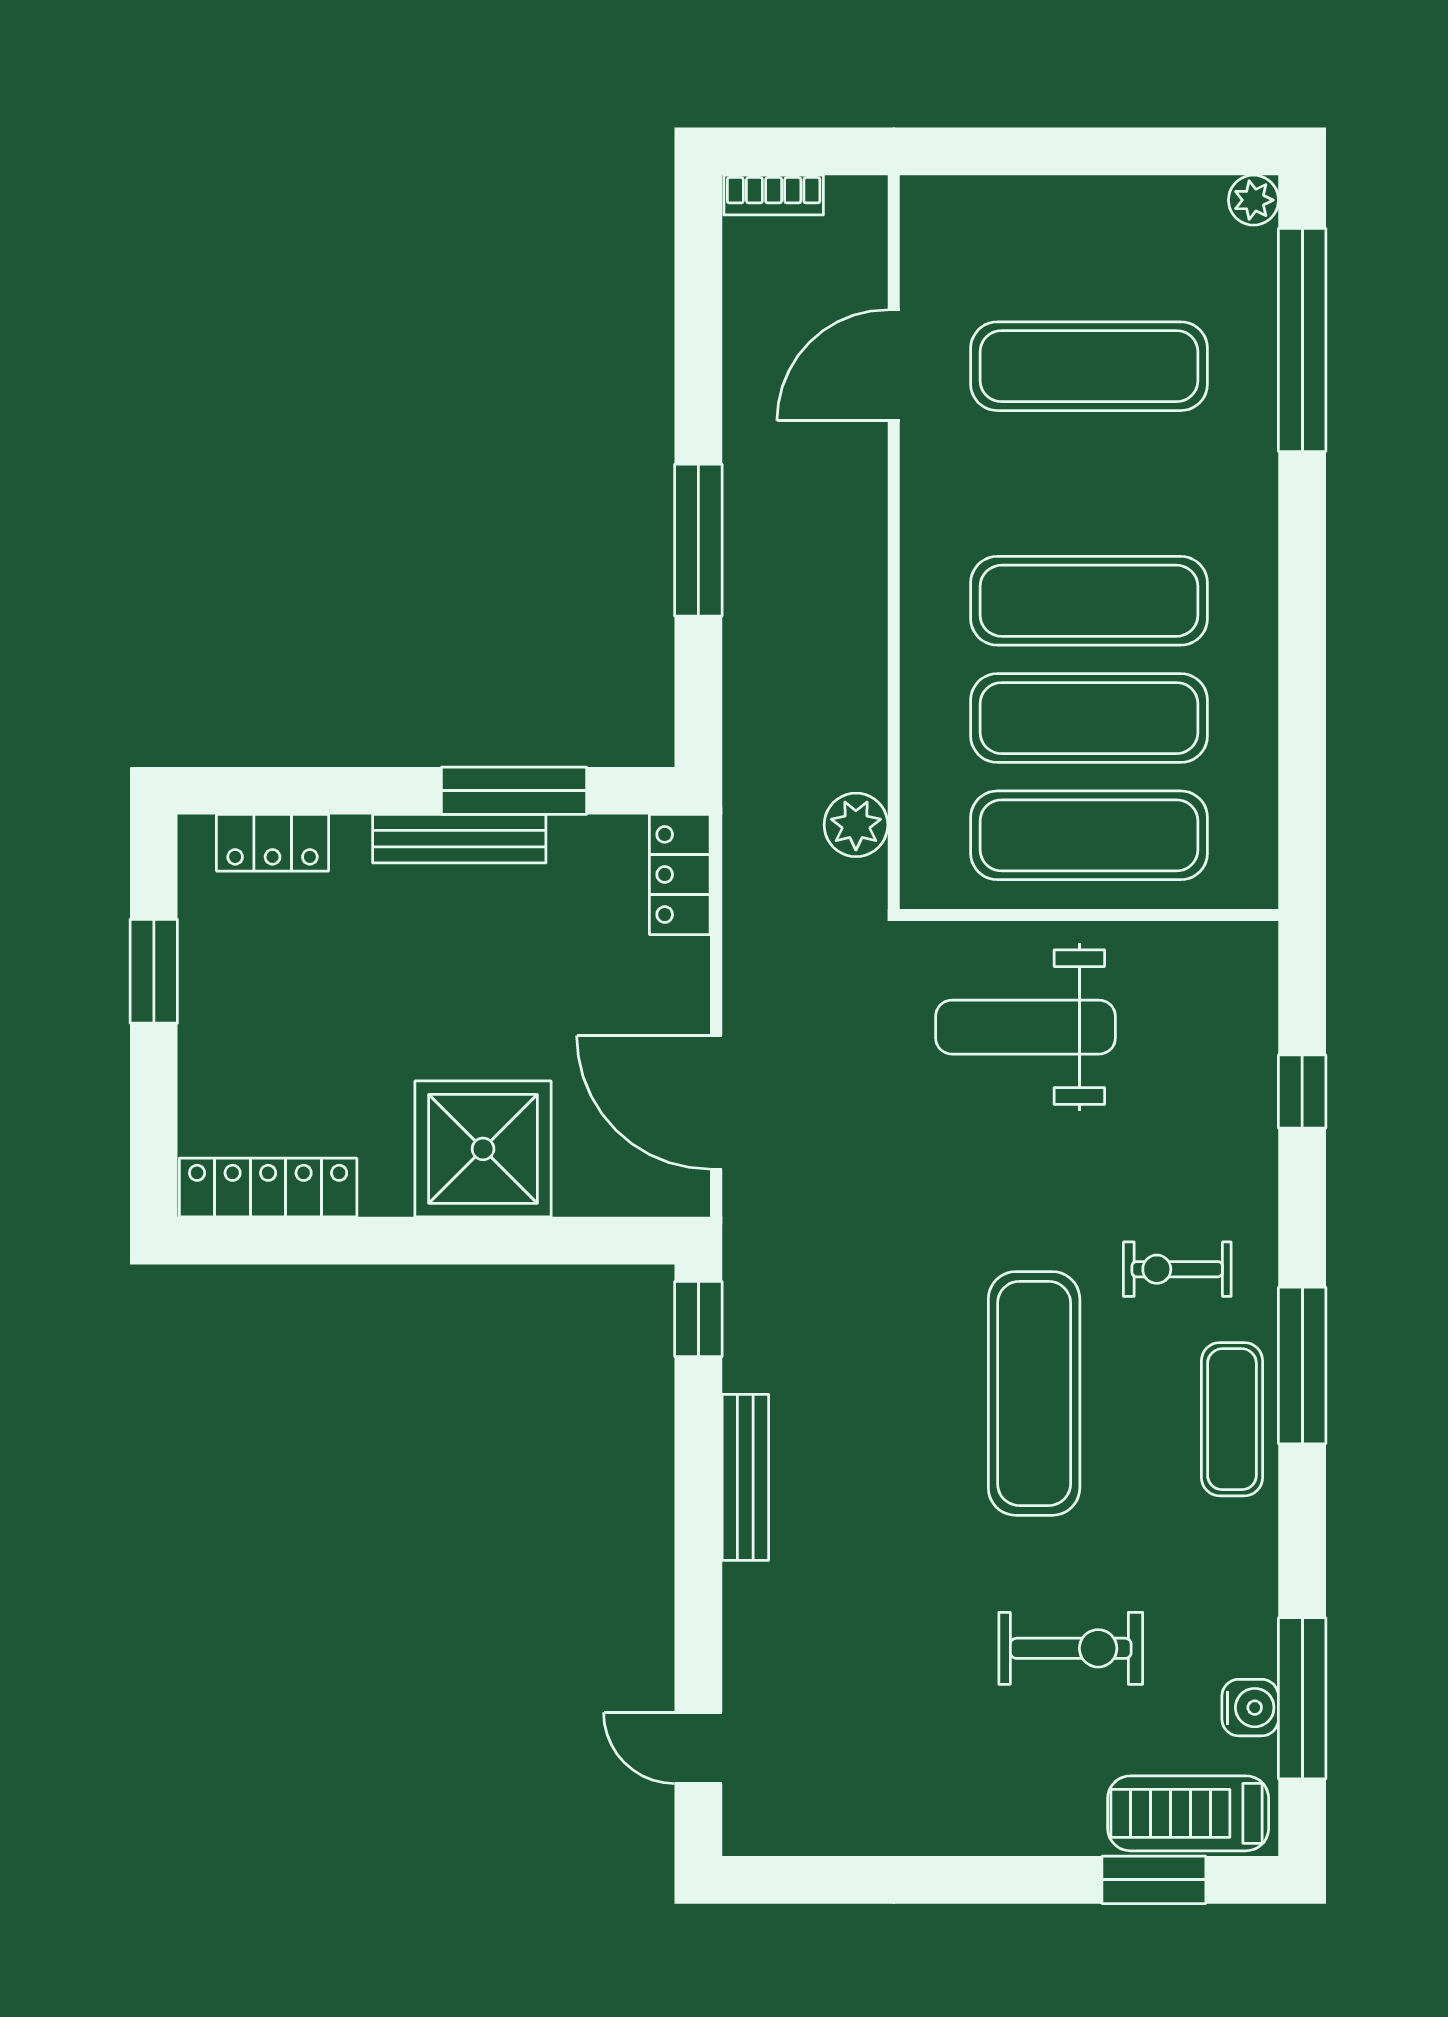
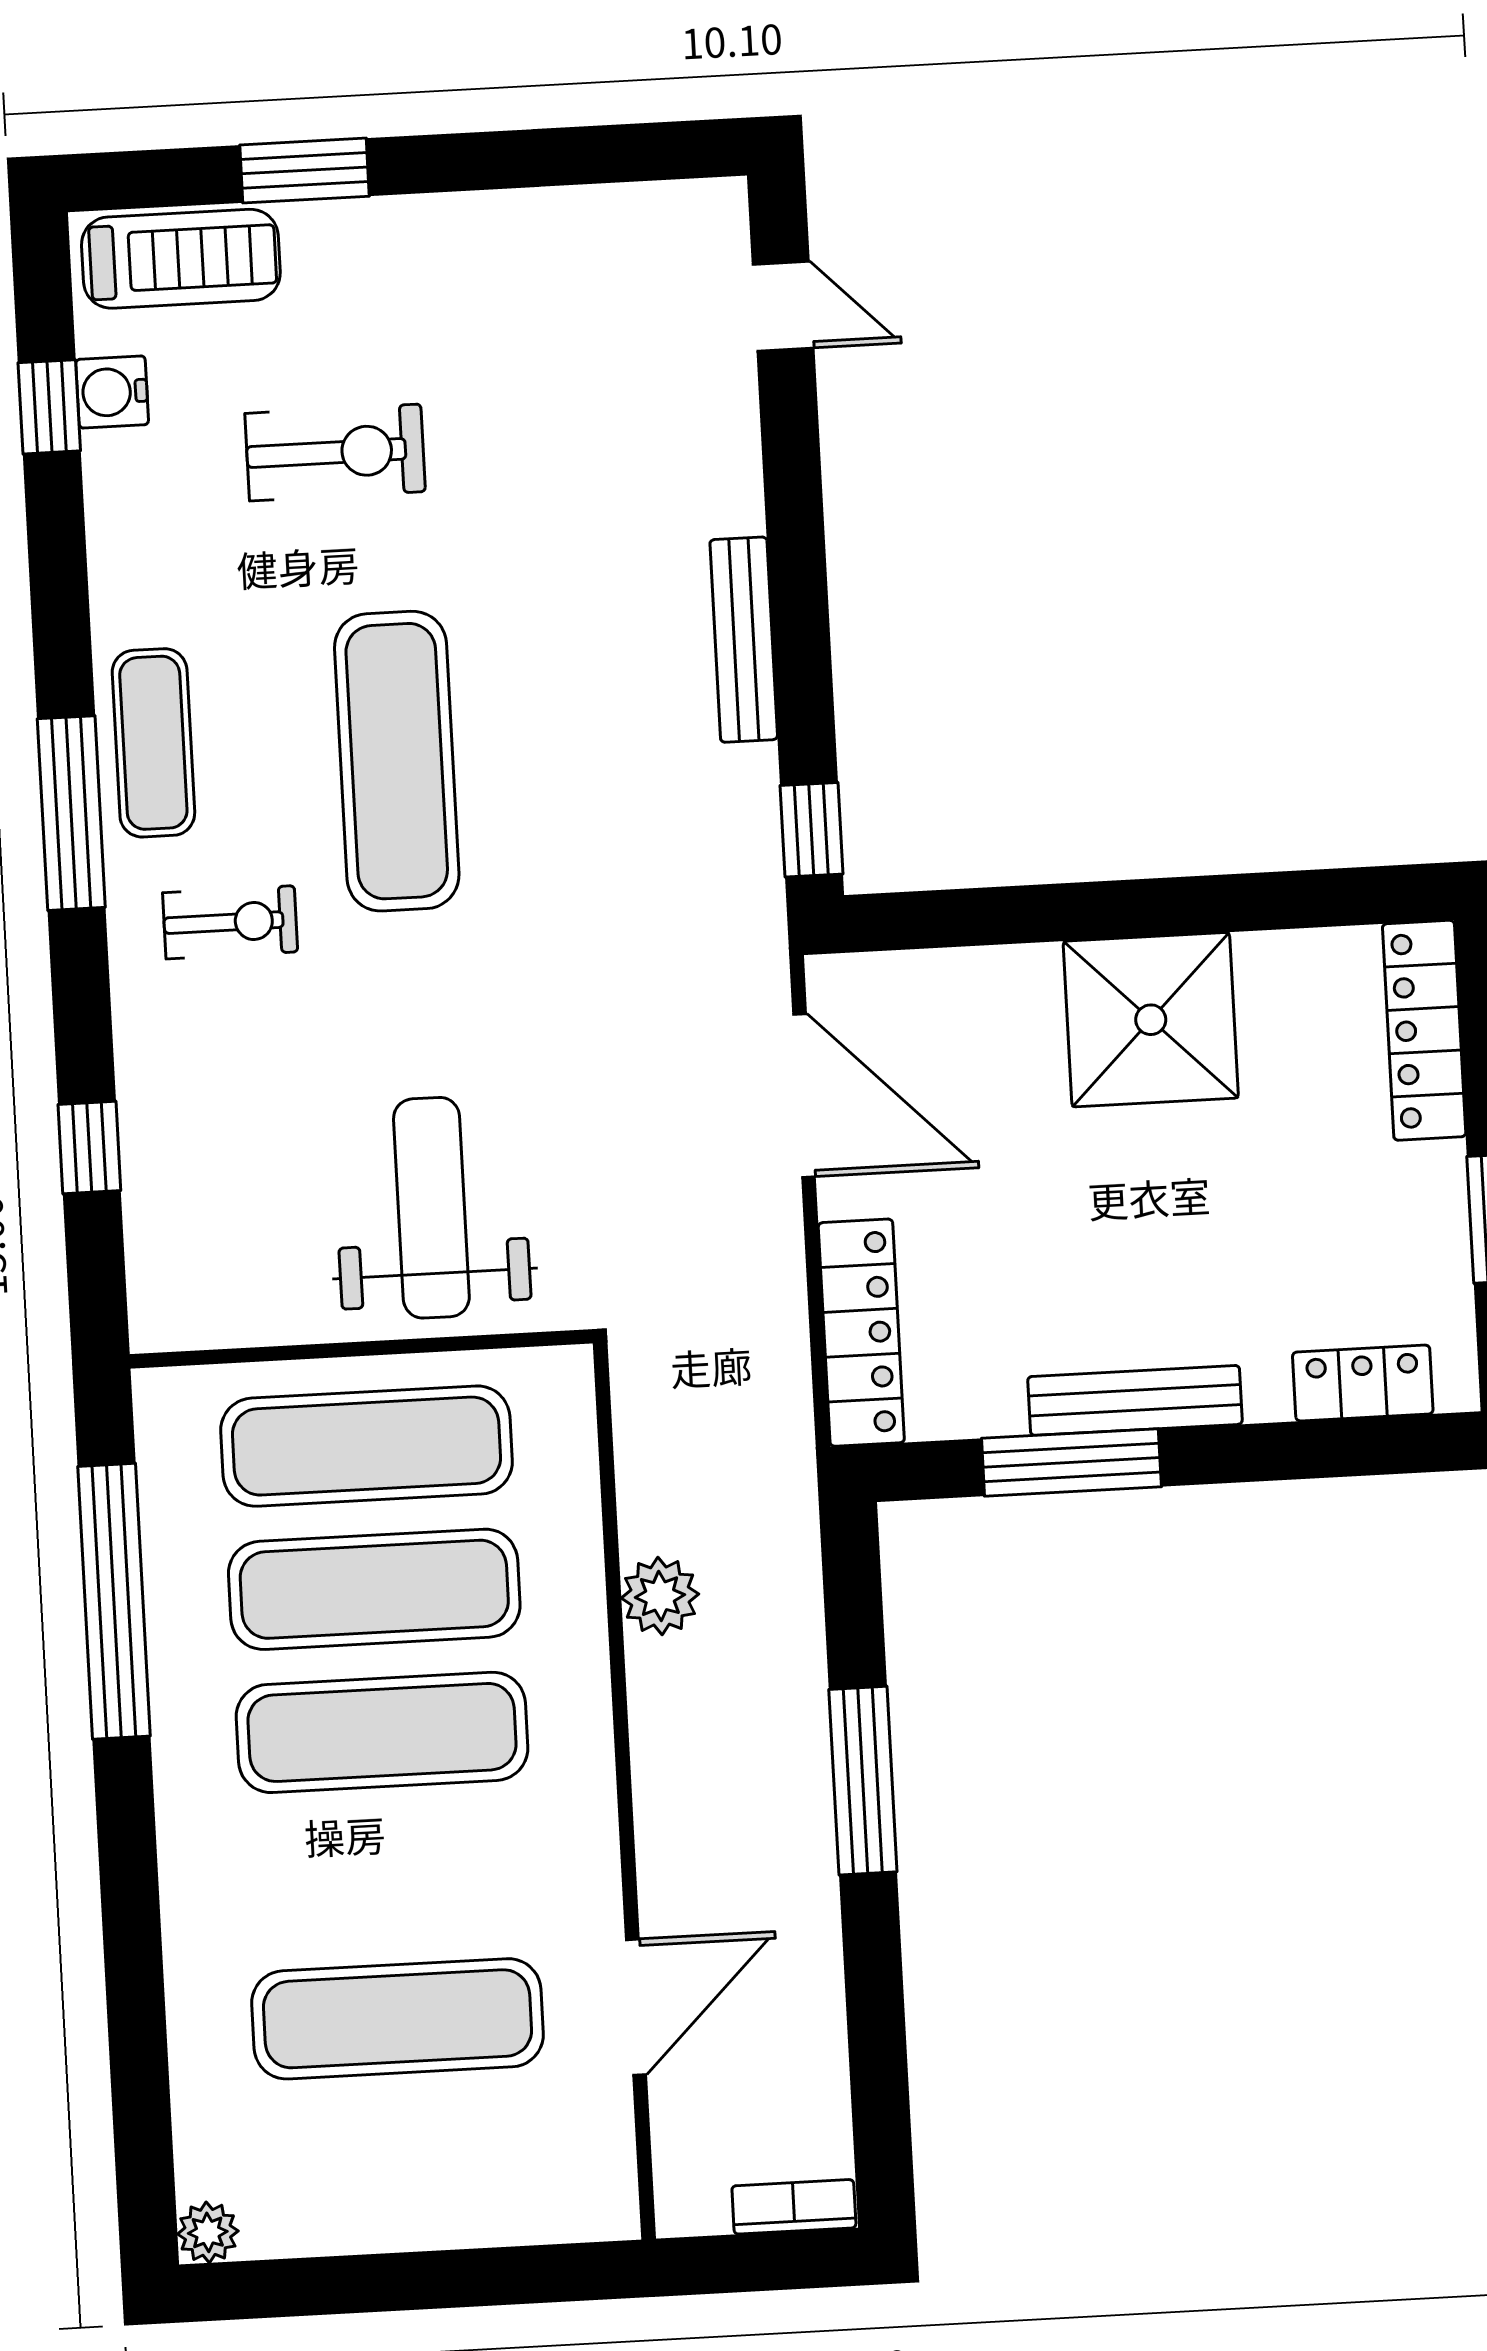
window: (1302, 340) -> (114, 1601), moved
plant: (856, 825) -> (660, 1596), moved
locker: (680, 874) -> (861, 1333), width x1.53
weight bench: (1025, 1027) -> (431, 1208), turned -90
shower: (483, 1149) -> (1151, 1020), moved
locker: (268, 1188) -> (1424, 1030), moved, turned 90
exercise bike: (1071, 1648) -> (335, 452), turned 180
window: (1302, 1698) -> (49, 407), width x0.46
window: (1154, 1880) -> (305, 171), moved

